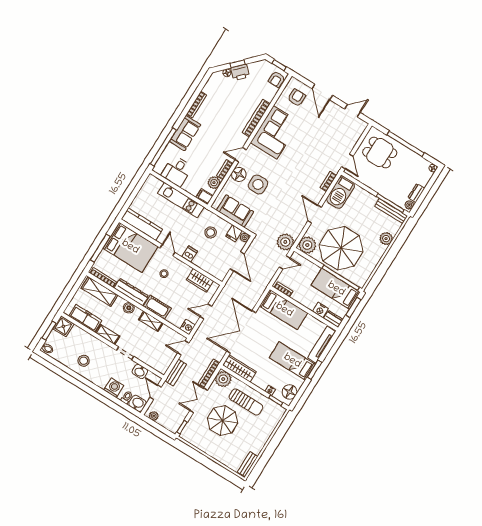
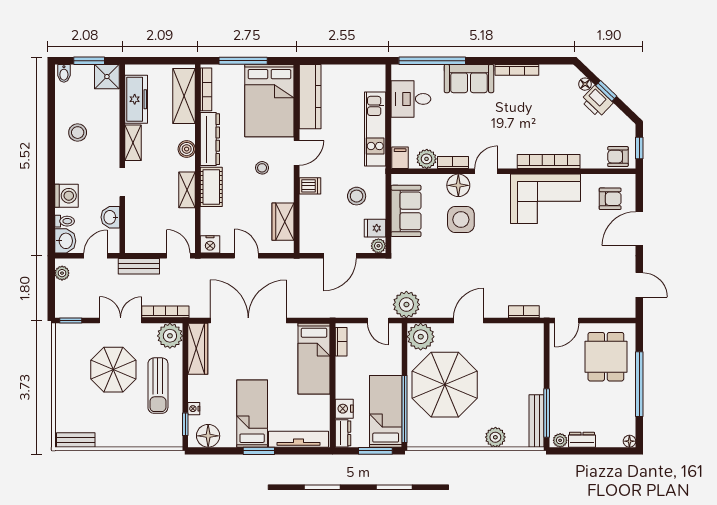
door: (241, 155) -> (486, 171), hinge flipped
barbecue: (341, 192) -> (519, 337), removed

